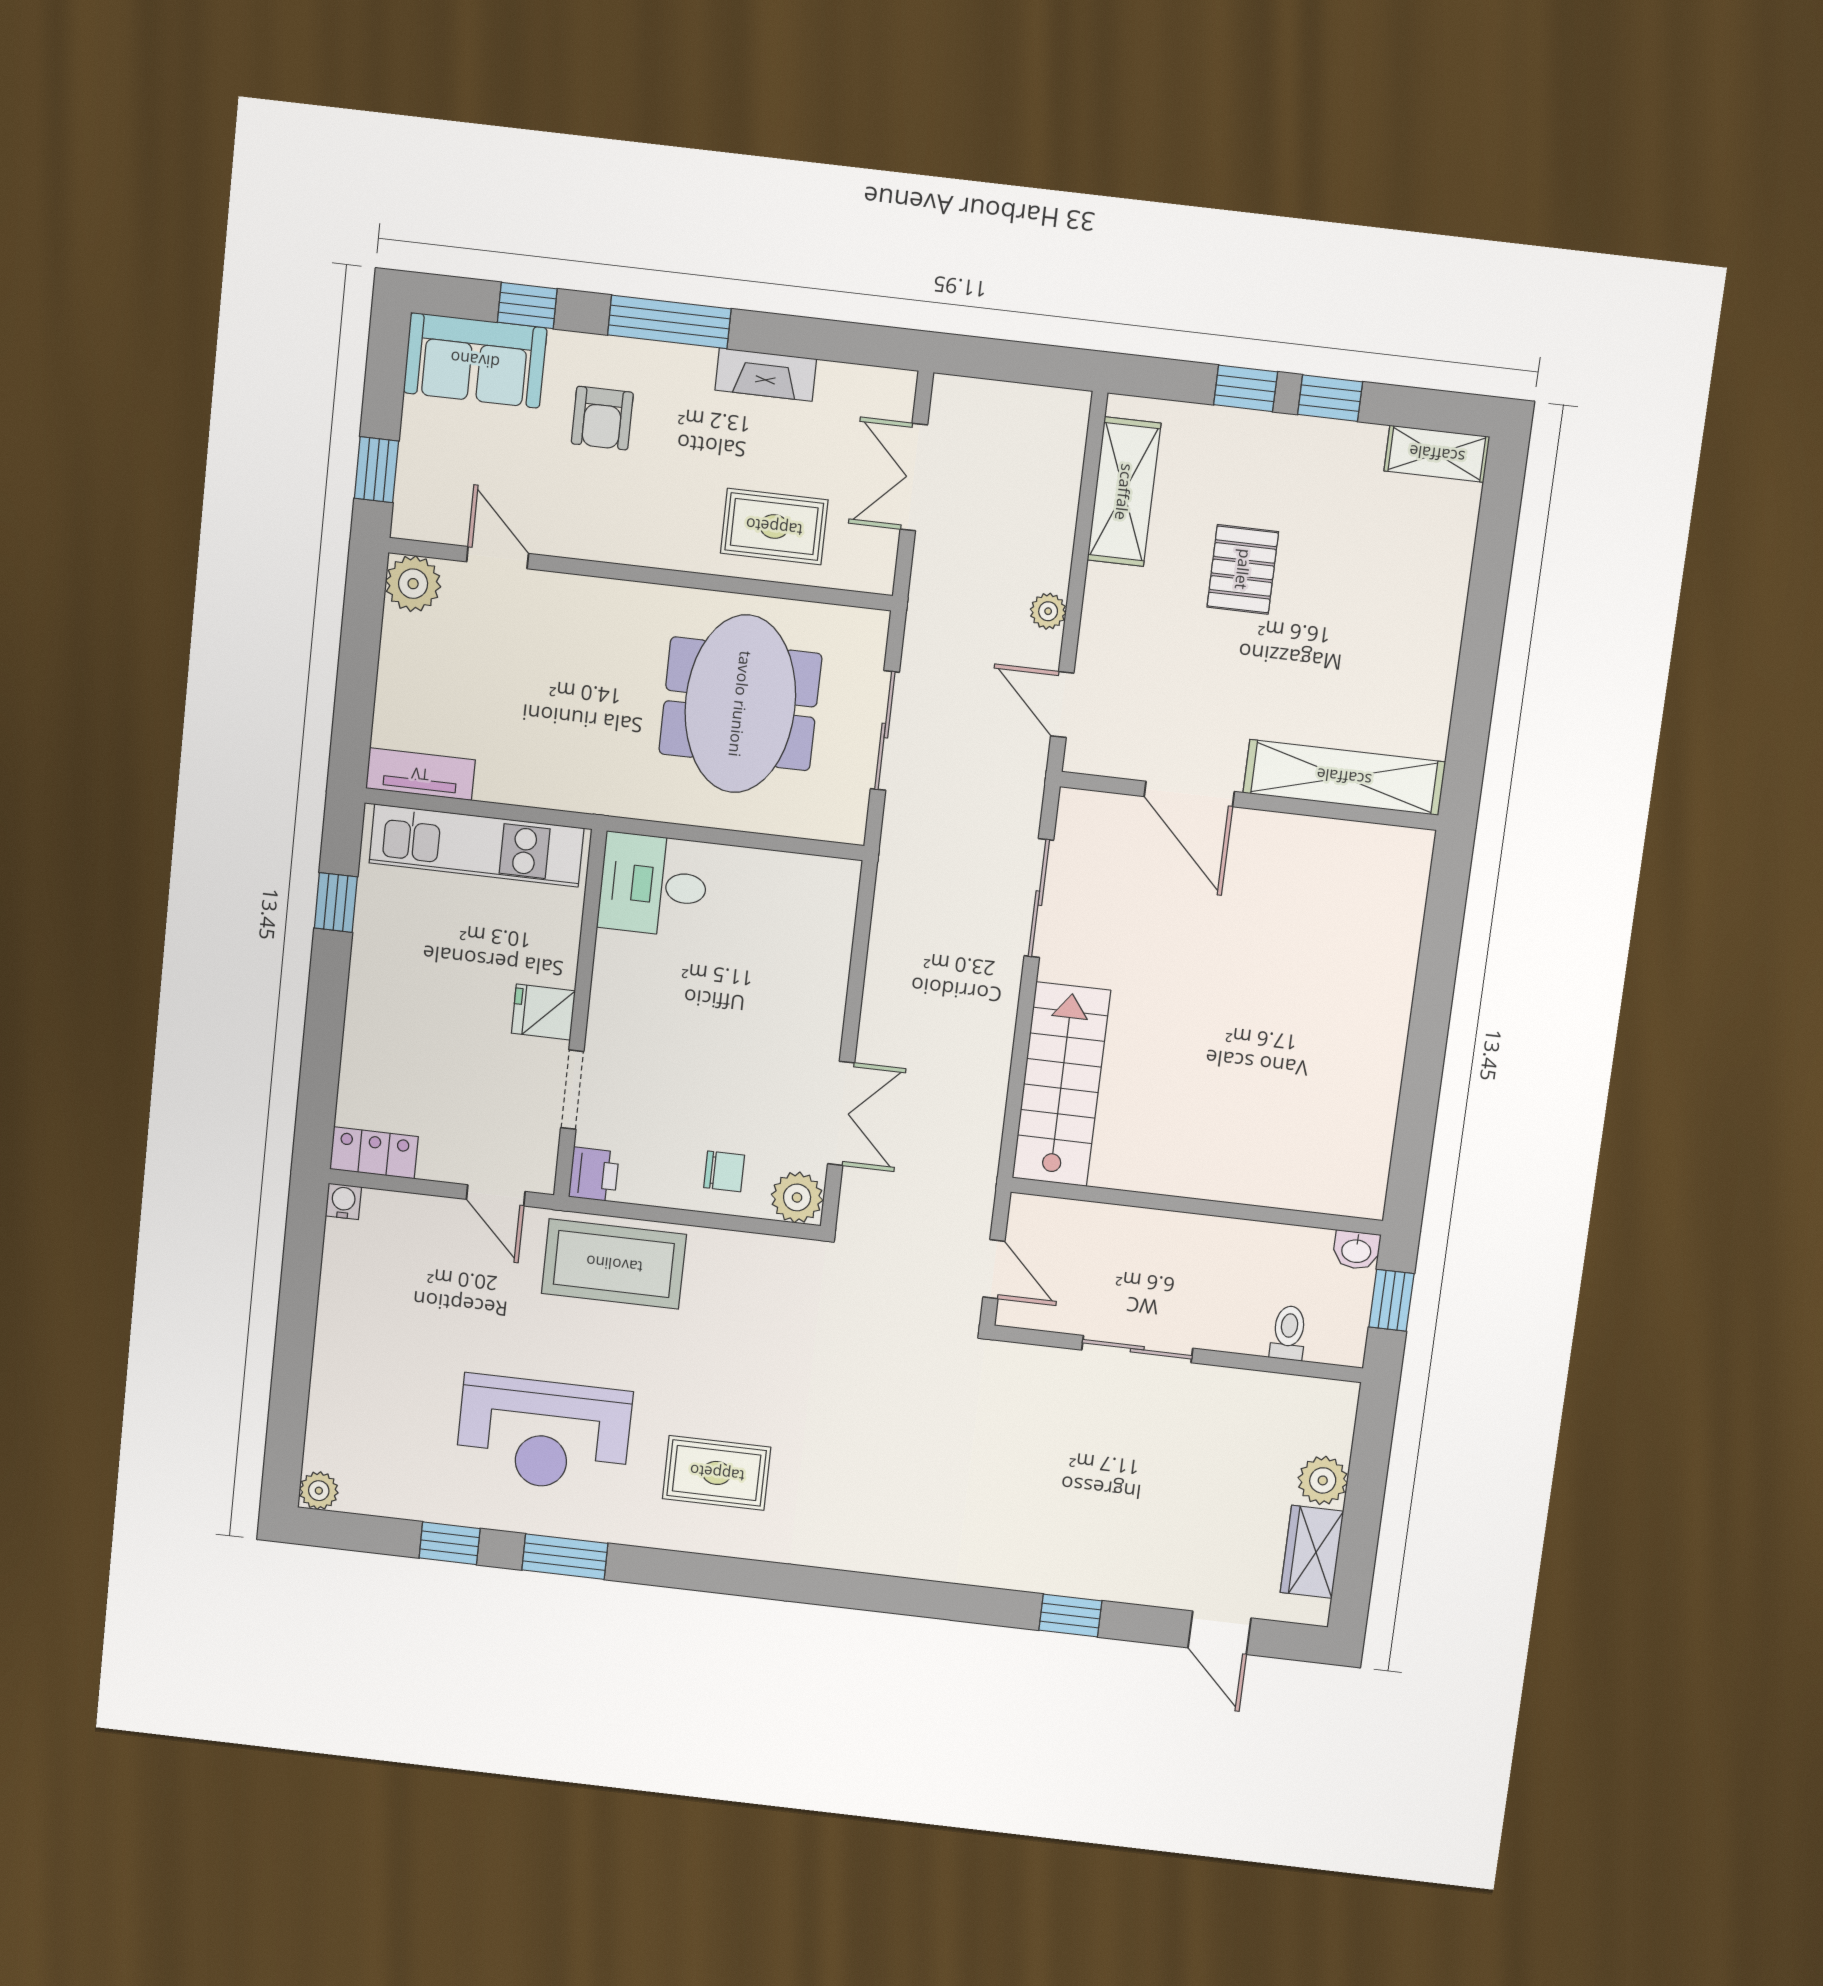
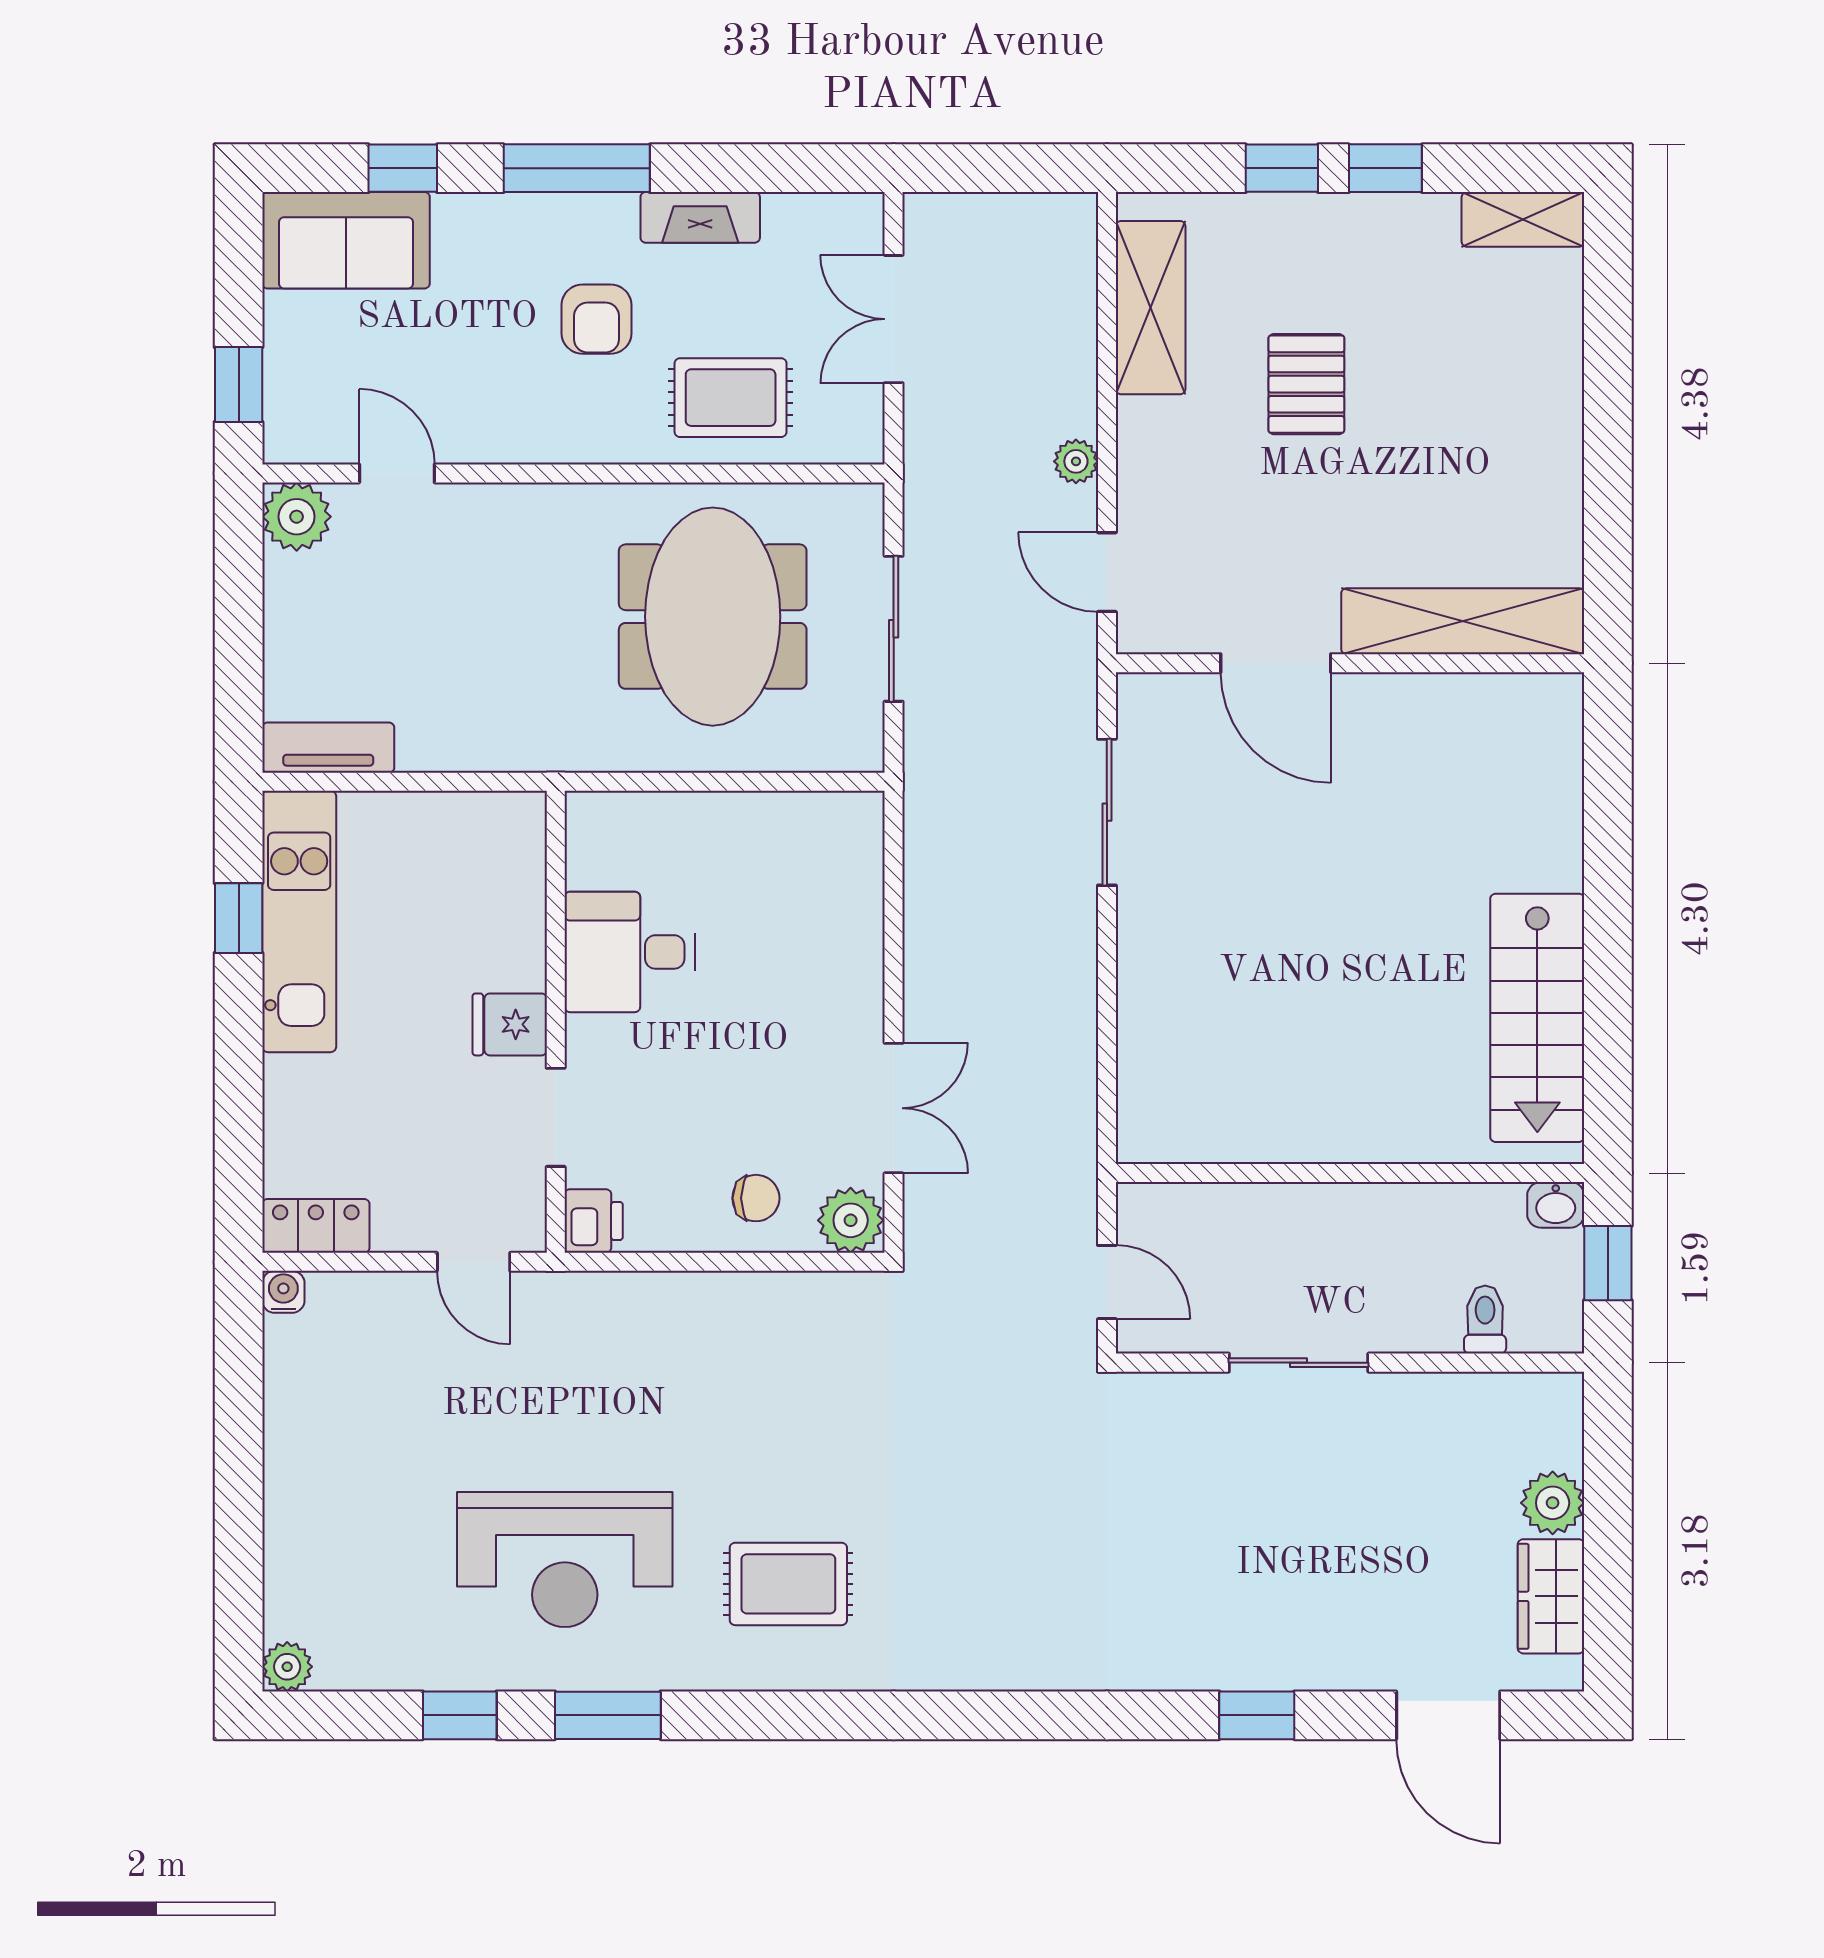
armchair: (602, 418) -> (596, 319), moved
kitchen unit: (476, 845) -> (299, 921), moved, turned -90
desk: (653, 885) -> (630, 952), moved
stairs: (1061, 1084) -> (1537, 1018), moved, turned 180
coffee table: (614, 1264) -> (630, 1331), removed
door: (1220, 1633) -> (1448, 1715), width x1.38

